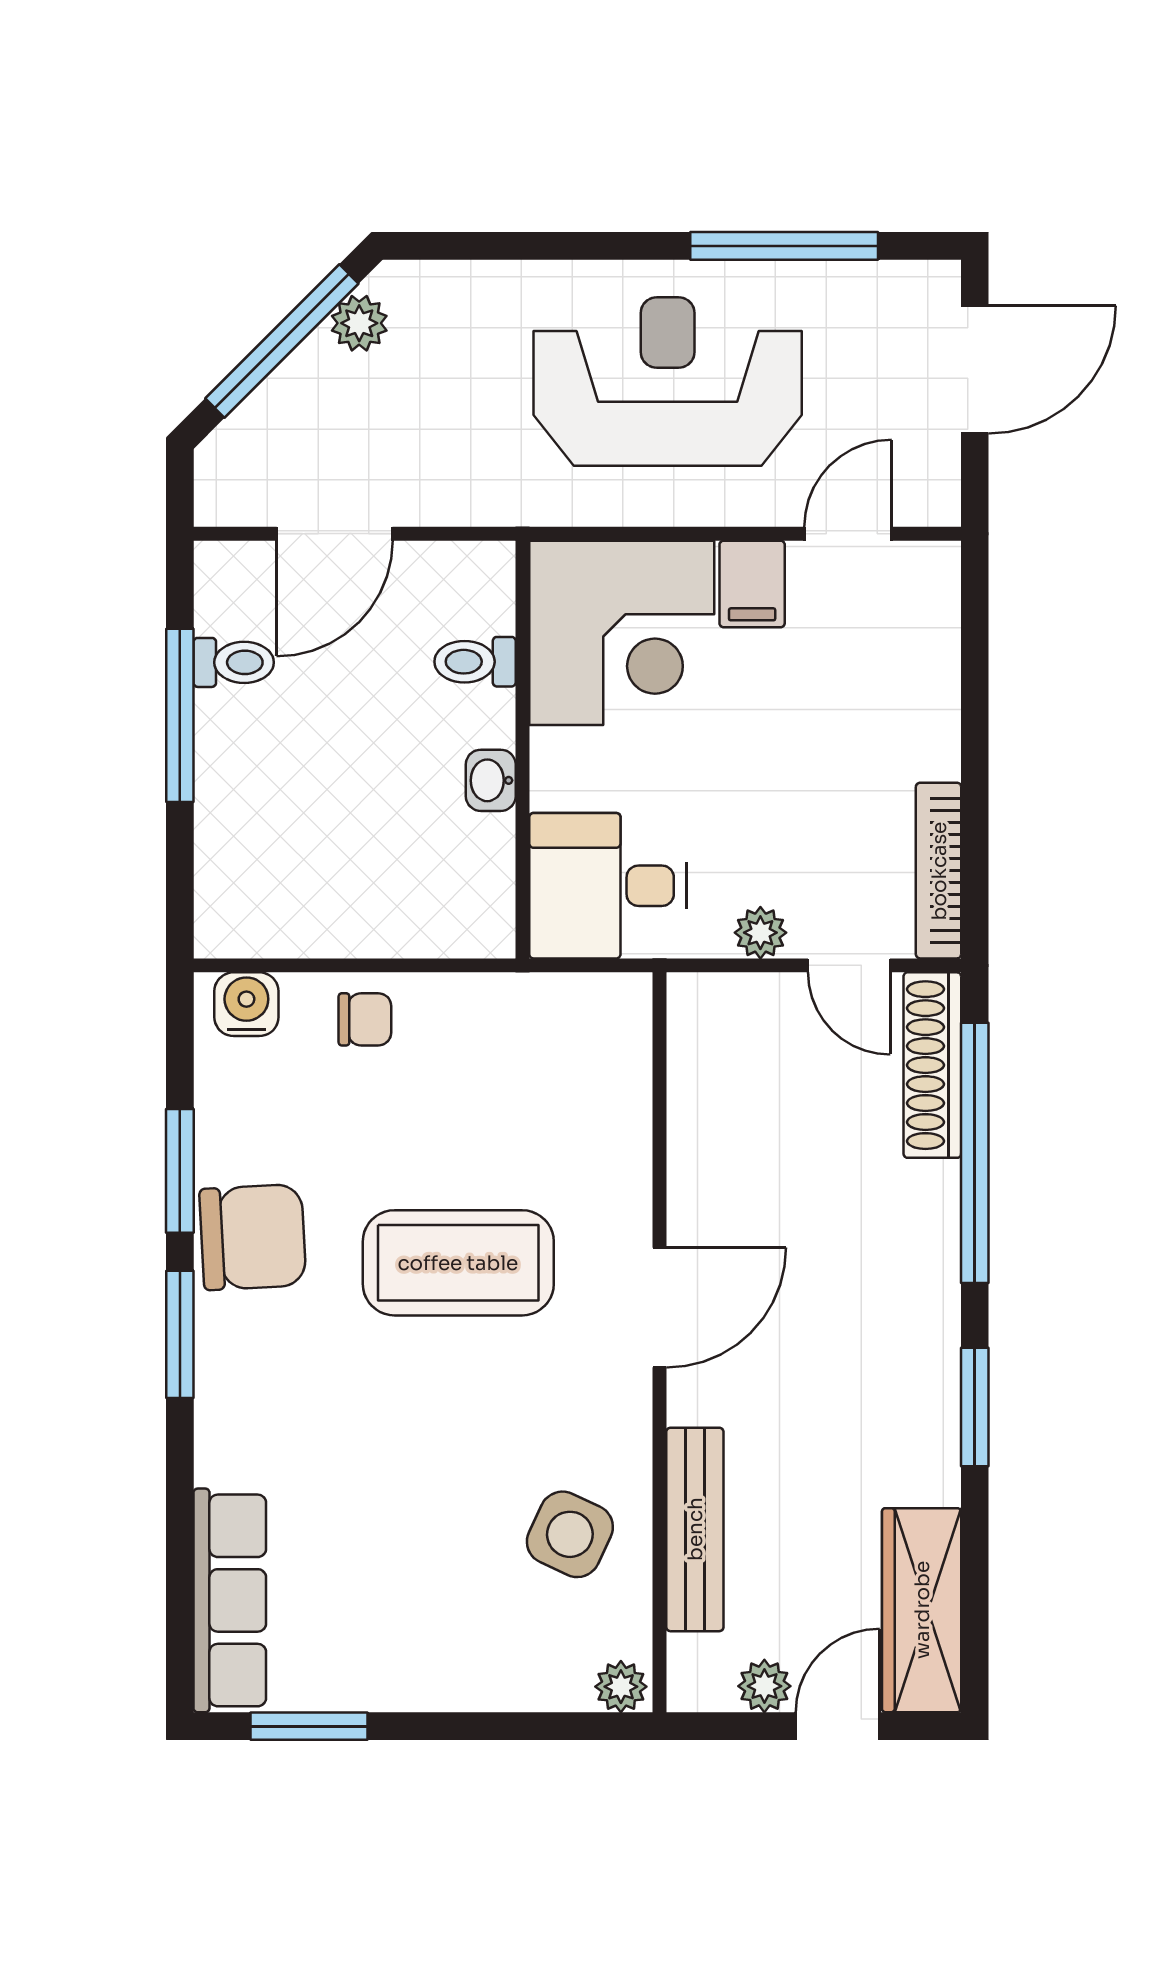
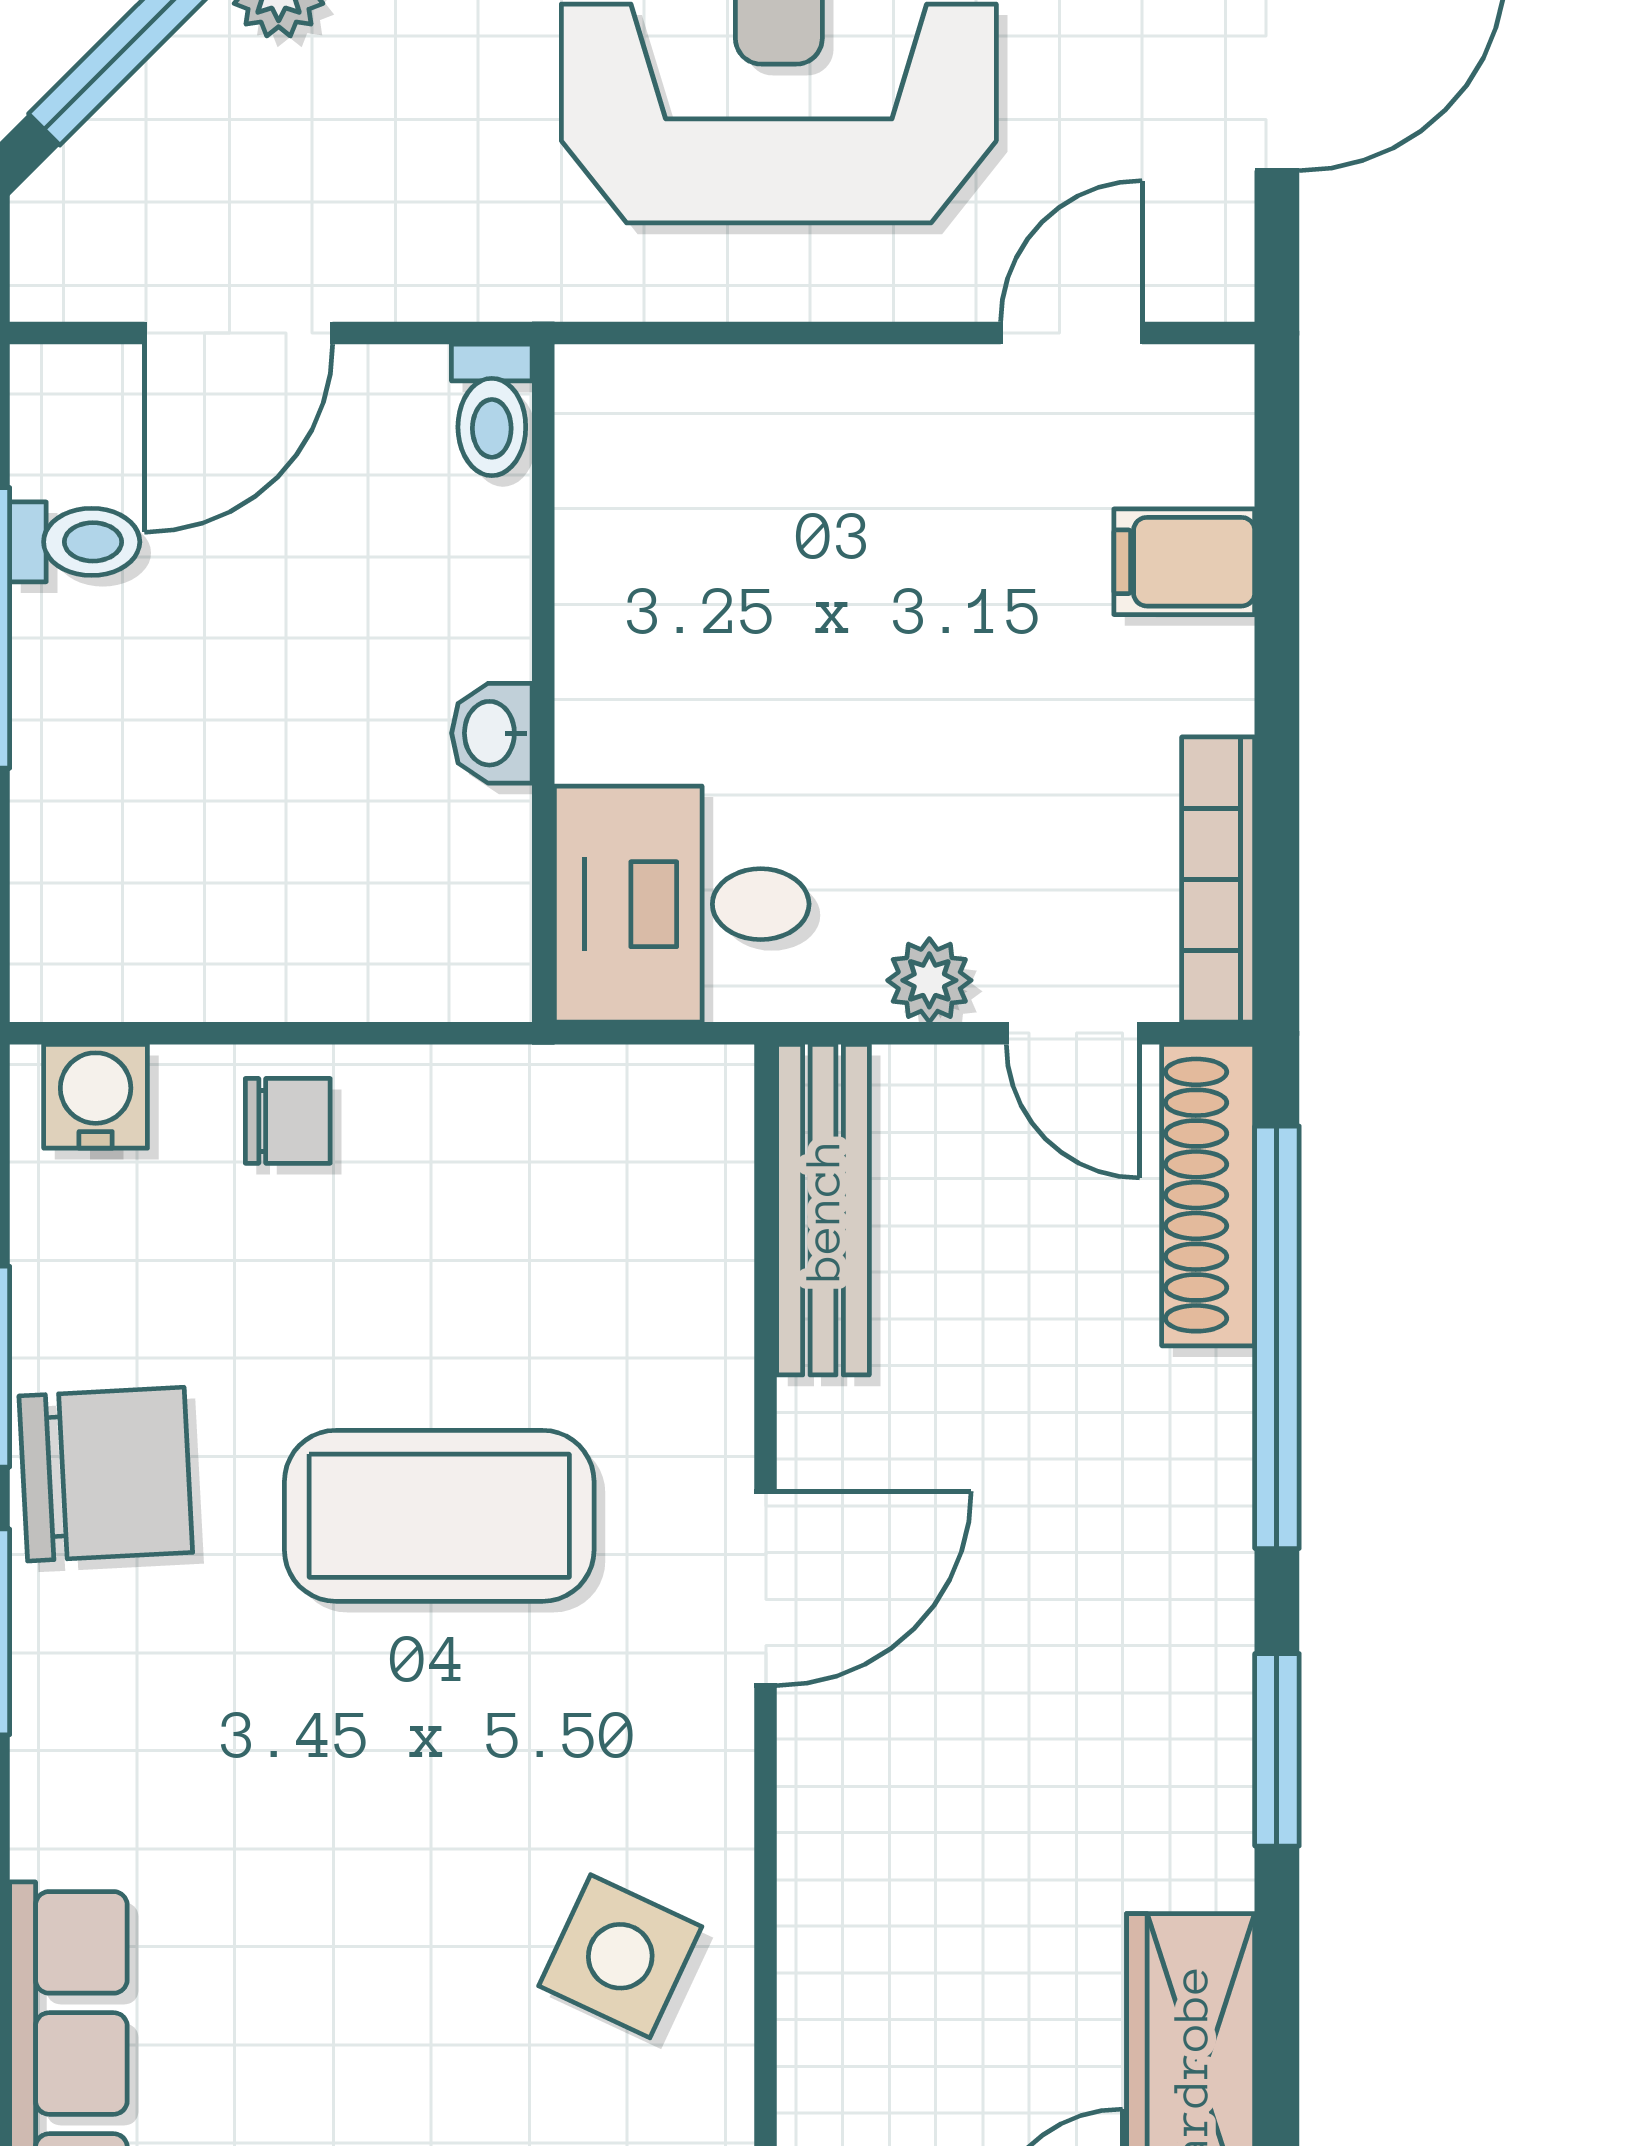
filing cabinet: (752, 584) -> (1184, 562), moved, turned 90
corner desk: (622, 633) -> (704, 494), removed
toilet: (475, 662) -> (492, 410), moved, turned -90
bench: (695, 1529) -> (823, 1210), moved

